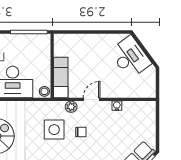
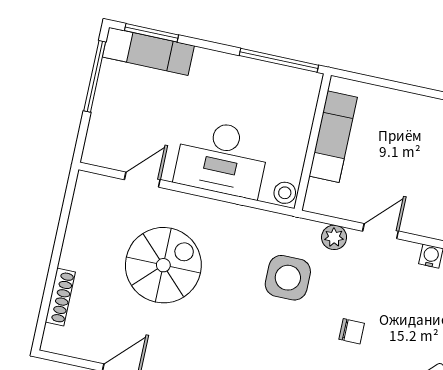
exam couch: (61, 77) -> (333, 137), moved
chair: (81, 132) -> (352, 331), moved

